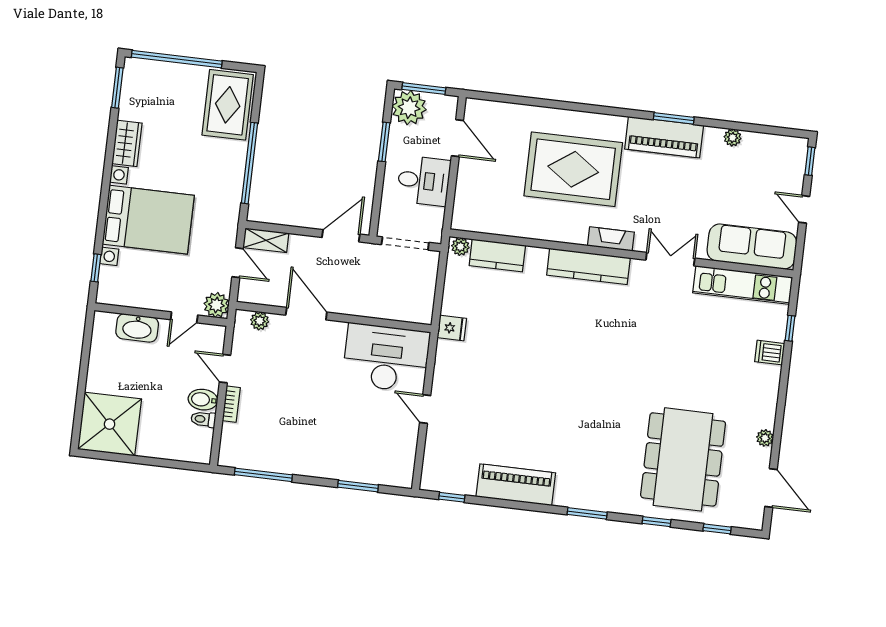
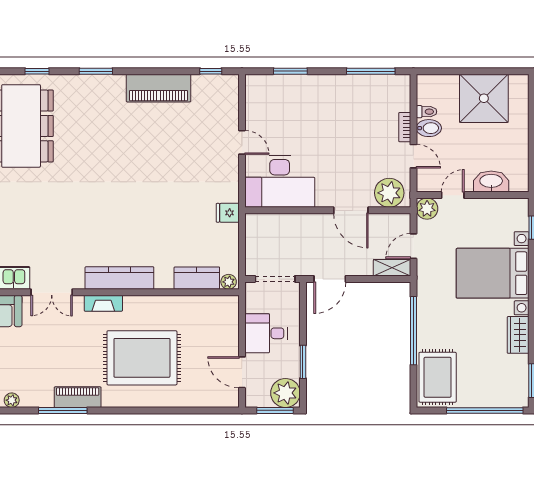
window: (674, 118) -> (63, 410), width x1.44
piano: (664, 137) -> (78, 397), width x0.73, depth x0.75
door: (238, 263) -> (413, 246), hinge flipped
plant: (260, 321) -> (389, 193), width x1.88, depth x1.88
shower: (110, 424) -> (484, 98), moved

